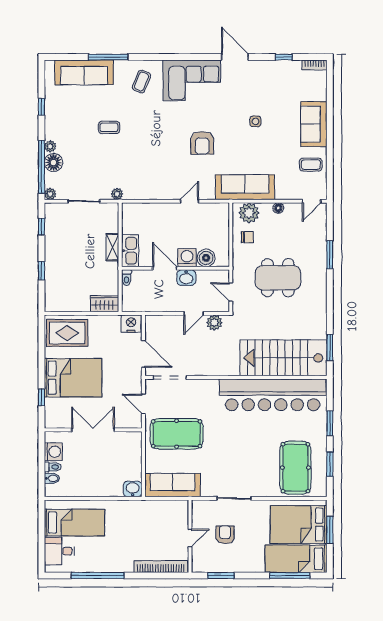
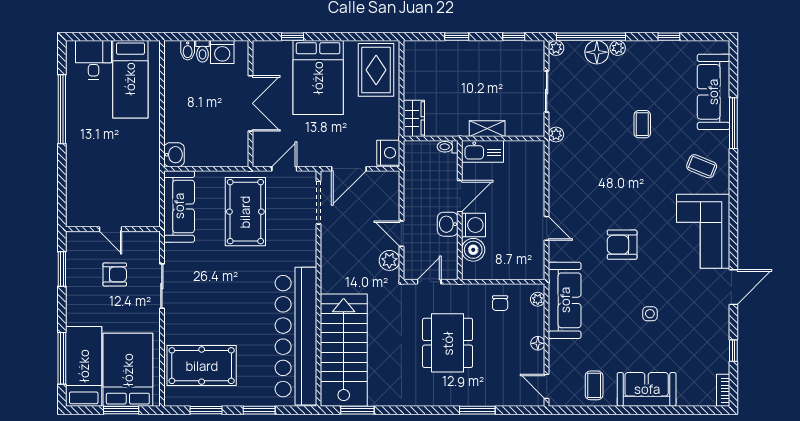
plant: (249, 213) -> (538, 299), width x0.53, depth x0.53
bookcase: (161, 566) -> (74, 191), removed

